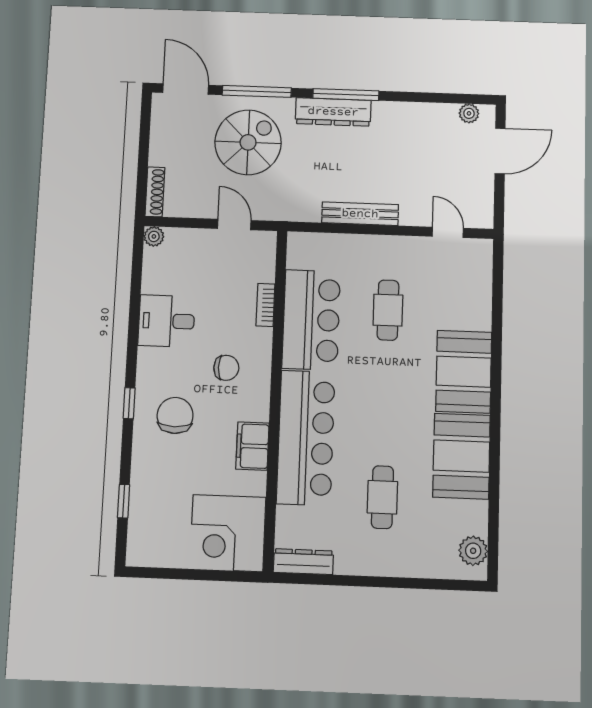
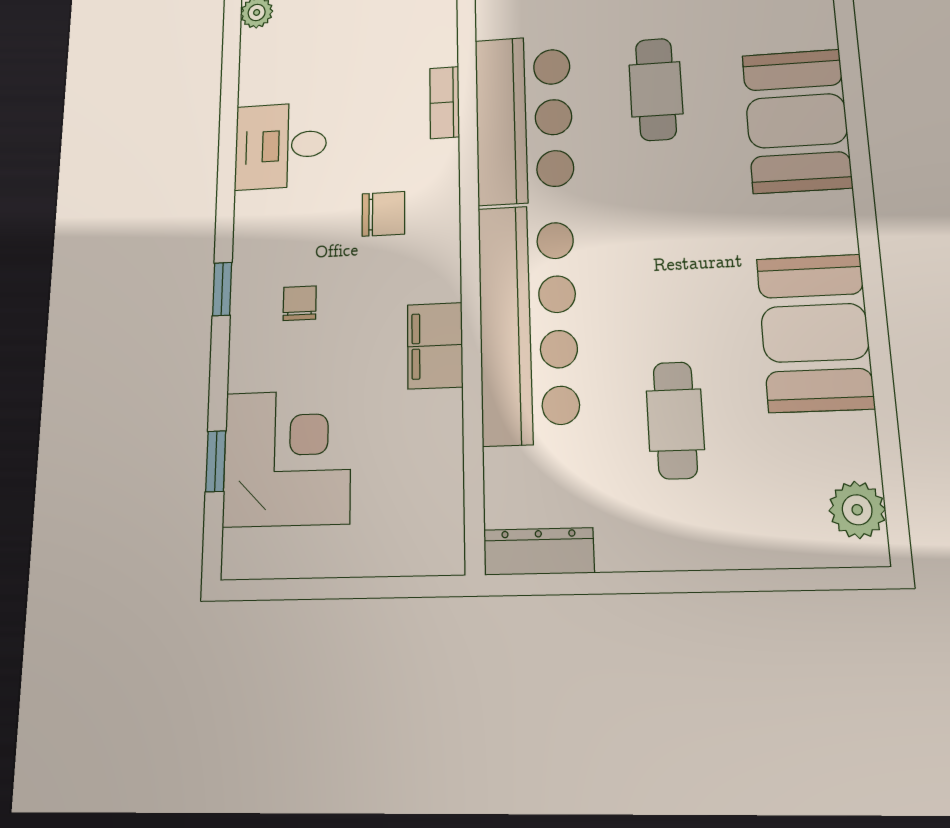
booth: (464, 372) -> (797, 121), moved
chair: (175, 415) -> (300, 303), width x0.54, depth x0.54
corner desk: (228, 533) -> (287, 458), moved, turned 180

